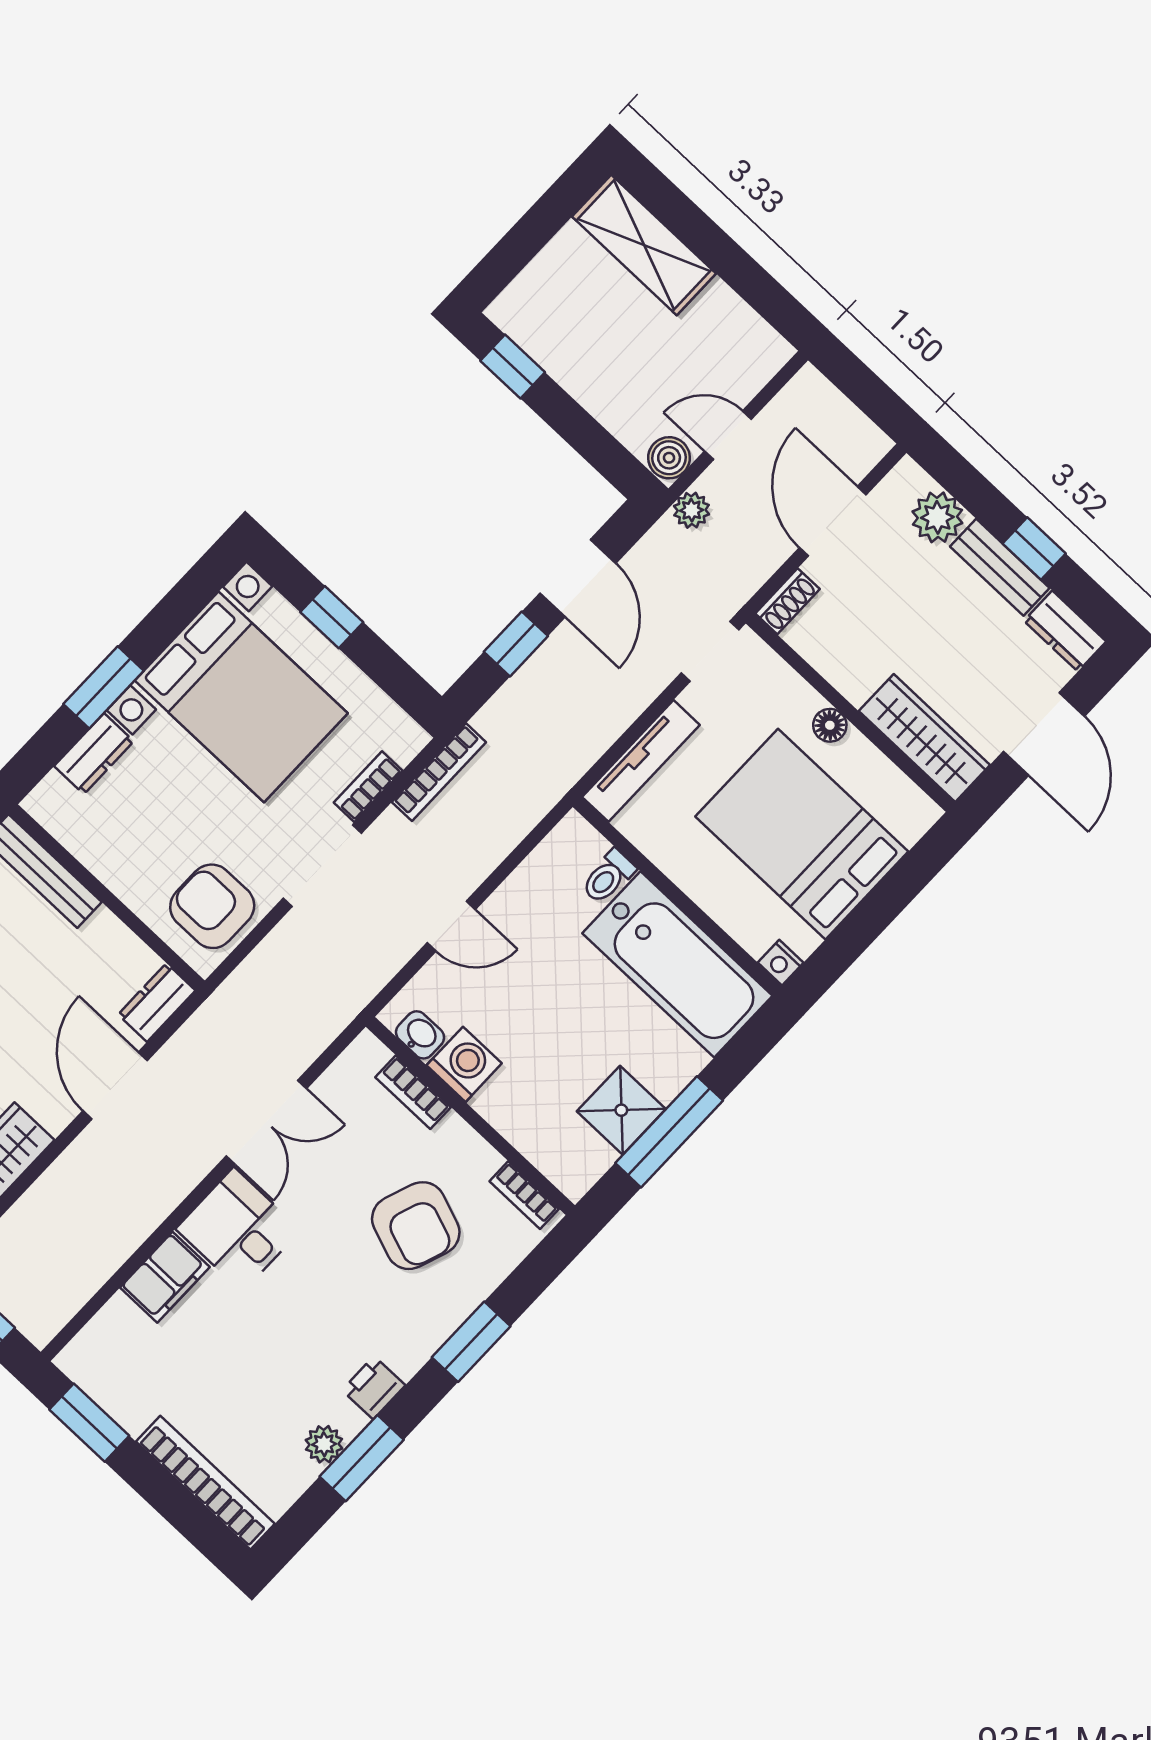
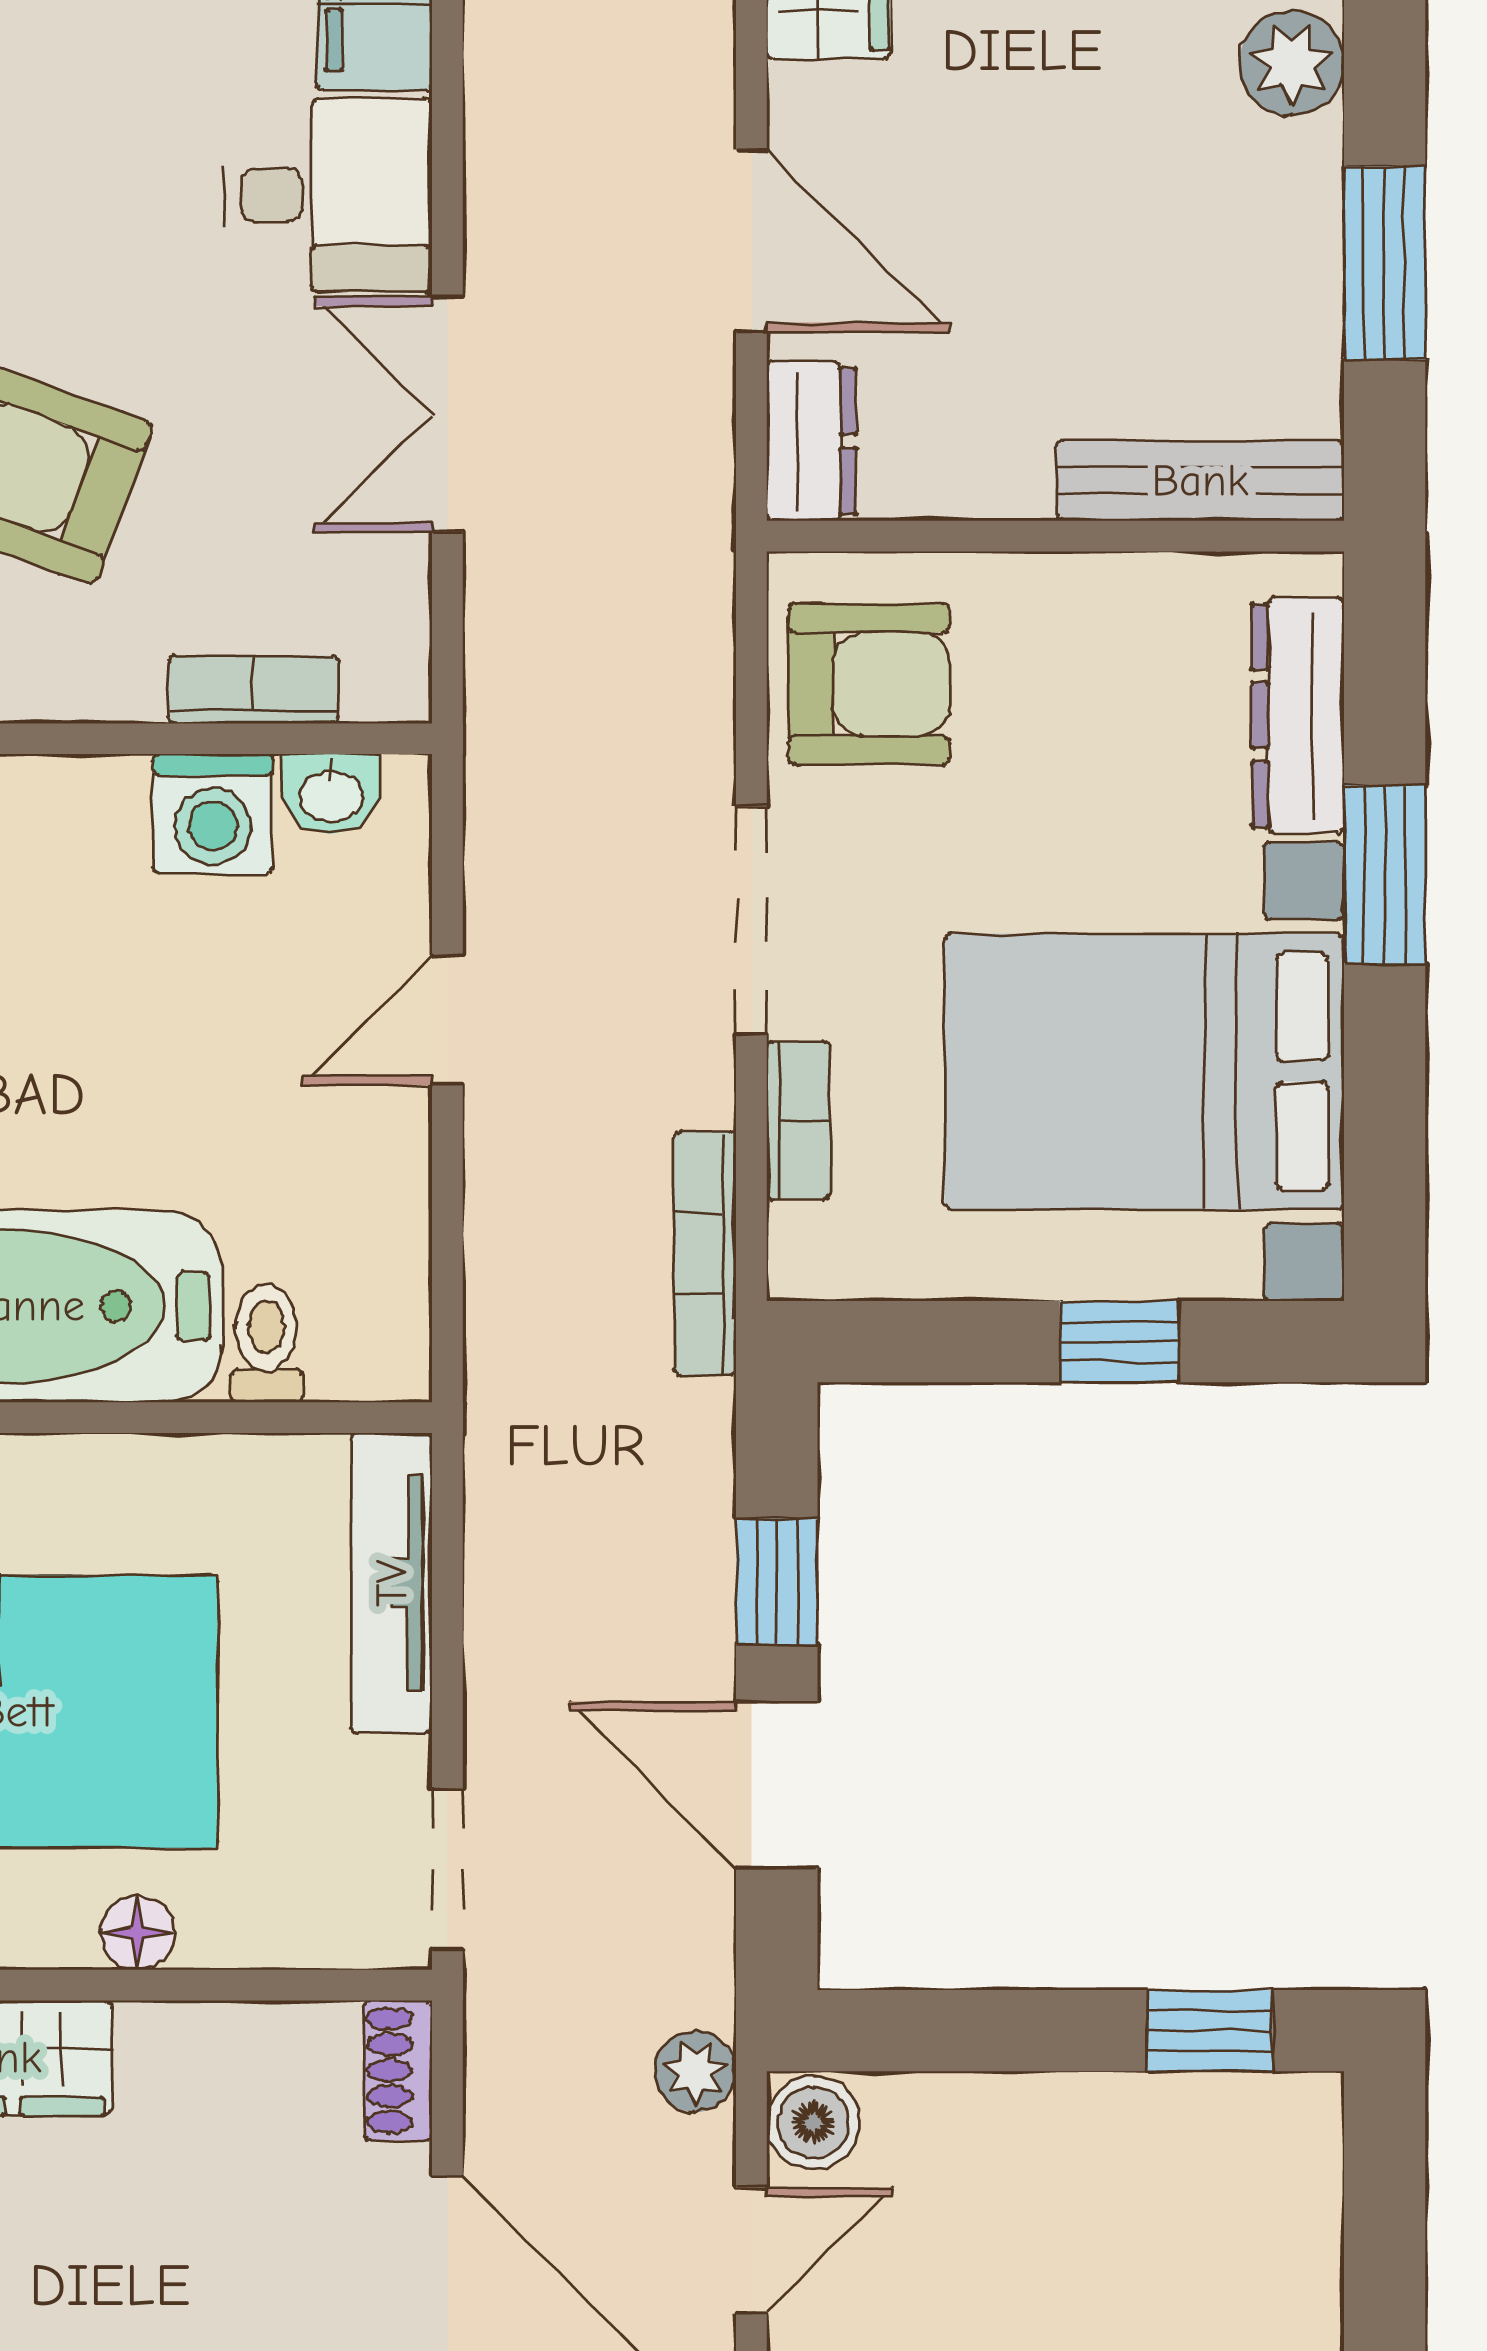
dresser: (94, 754) -> (1298, 716), width x1.44

